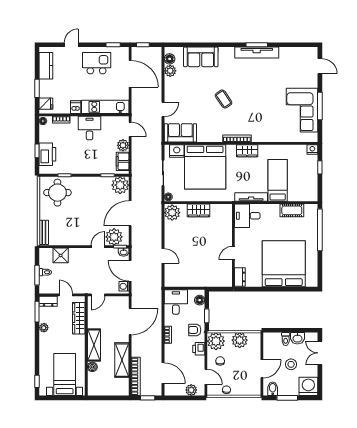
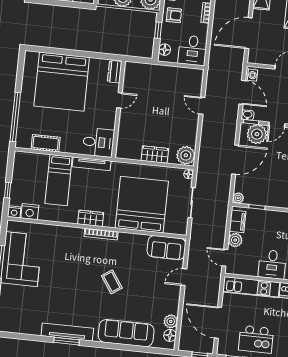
sofa: (201, 57) -> (126, 333), width x1.36
nightstand: (177, 151) -> (30, 212), moved
plant: (120, 185) -> (238, 198), width x0.53, depth x0.53

